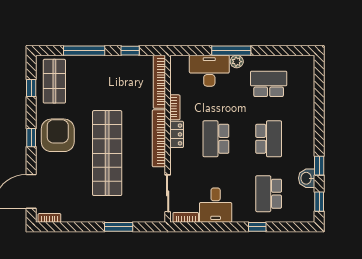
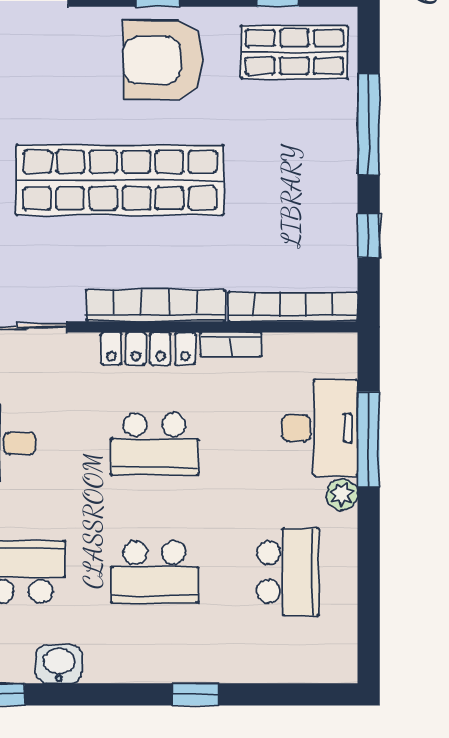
window: (231, 51) -> (369, 439), moved
locker: (177, 134) -> (148, 349), width x1.53
armchair: (58, 135) -> (163, 60), turned 180
school desk: (216, 139) -> (155, 444), turned 180
window: (319, 166) -> (195, 694), moved

